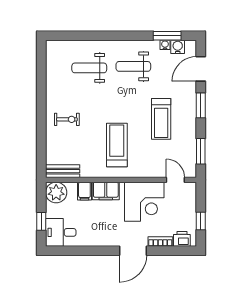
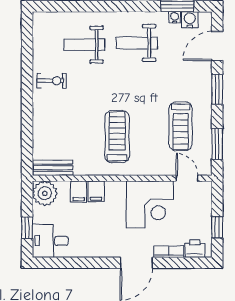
exercise bike: (67, 119) -> (52, 81), moved
treadmill: (161, 119) -> (181, 126), moved
filing cabinet: (106, 191) -> (96, 191), width x0.50

